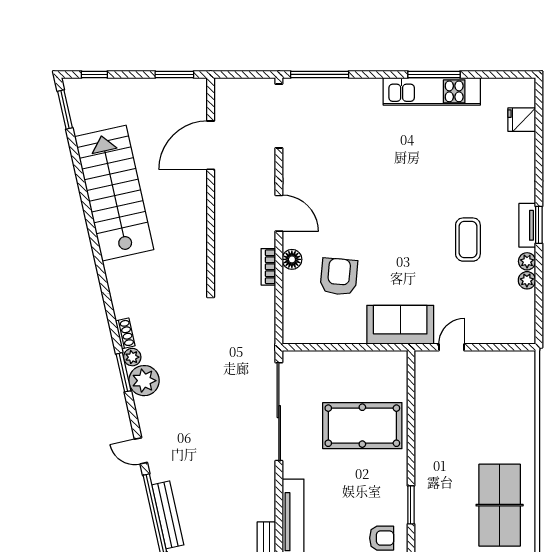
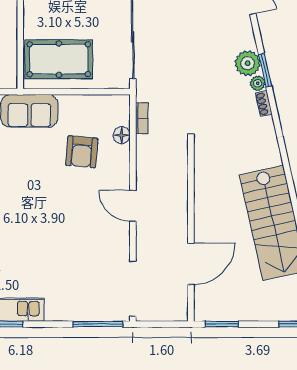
floor lamp: (292, 259) -> (122, 135), moved
bookcase: (268, 267) -> (142, 118), moved
pool table: (362, 426) -> (59, 59), moved

